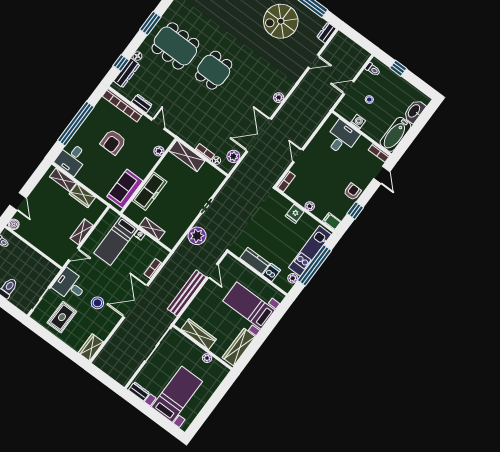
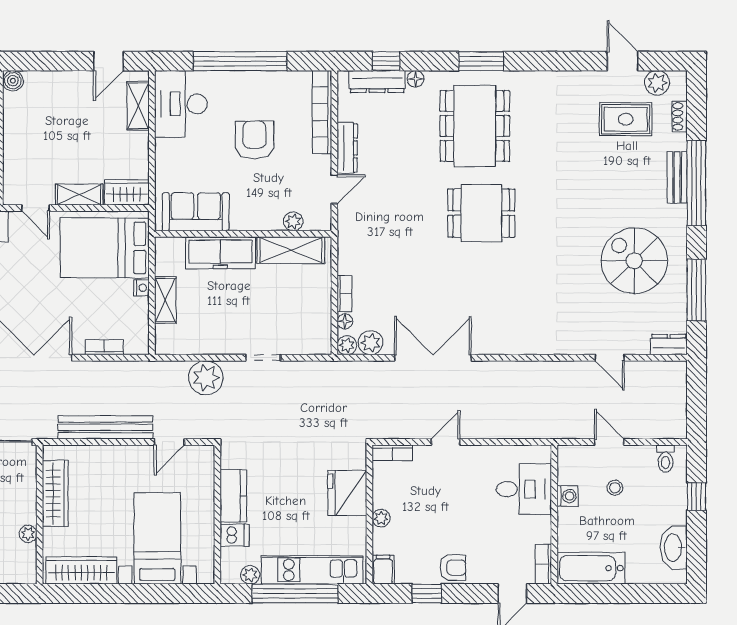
plant: (279, 98) -> (347, 345), moved
dresser: (142, 103) -> (347, 148), width x1.44
washbasin: (414, 111) -> (674, 548), moved, turned -90
armchair: (113, 142) -> (255, 140), turned 90
shelving: (187, 156) -> (291, 250), moved, turned 90
desk: (72, 159) -> (181, 104), width x1.37
wardrobe: (82, 196) -> (127, 192), moved, turned 90
door: (18, 201) -> (108, 61), moved
fridge: (295, 214) -> (347, 493), width x1.88, depth x1.34
bed: (116, 241) -> (105, 248), width x1.50

